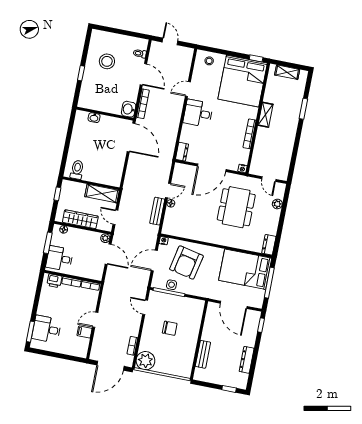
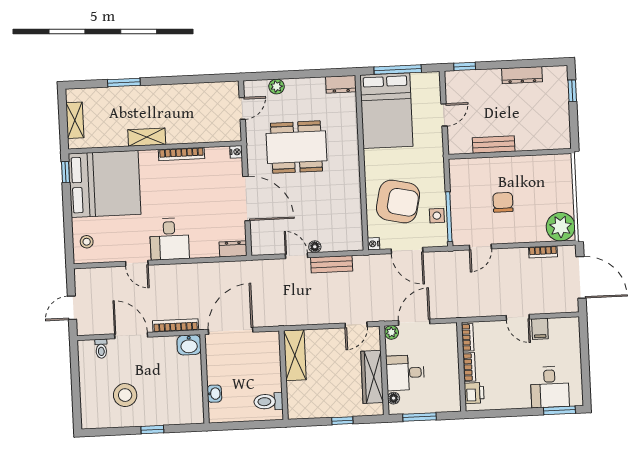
door: (143, 74) -> (131, 336), hinge flipped
toilet: (77, 170) -> (268, 401), moved
wall: (91, 183) -> (284, 375), moved
shelving: (102, 193) -> (295, 355), moved
desk: (59, 258) -> (405, 373), moved, turned 90
door: (234, 305) -> (444, 115), width x0.53
bench: (203, 354) -> (494, 145), moved

